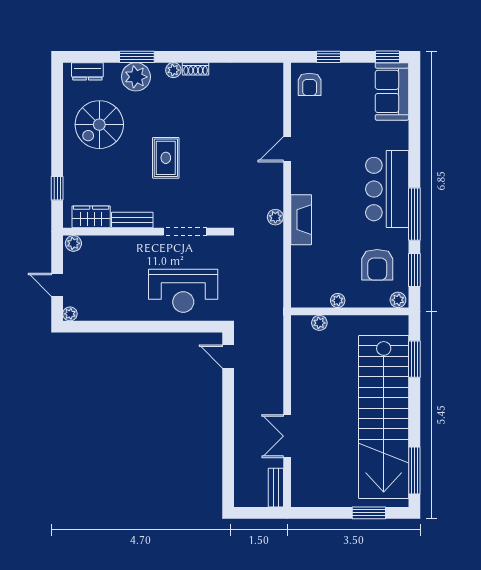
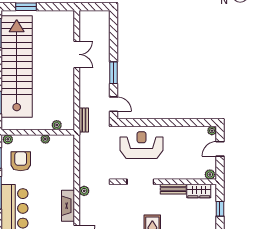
fireplace: (301, 220) -> (68, 206), moved
door: (57, 285) -> (220, 149), swing flipped
window: (228, 407) -> (114, 73), added
bench: (276, 488) -> (84, 120), moved

